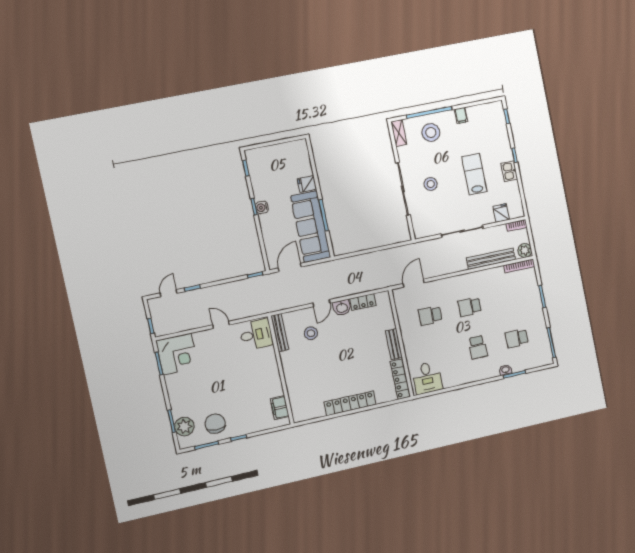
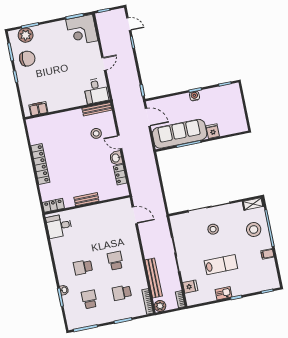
school desk: (430, 316) -> (122, 293), moved, turned -90
locker: (400, 379) -> (53, 205), width x0.66

